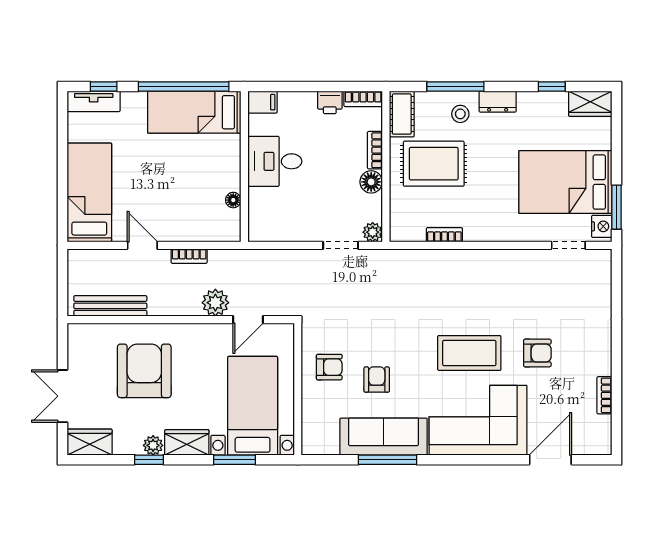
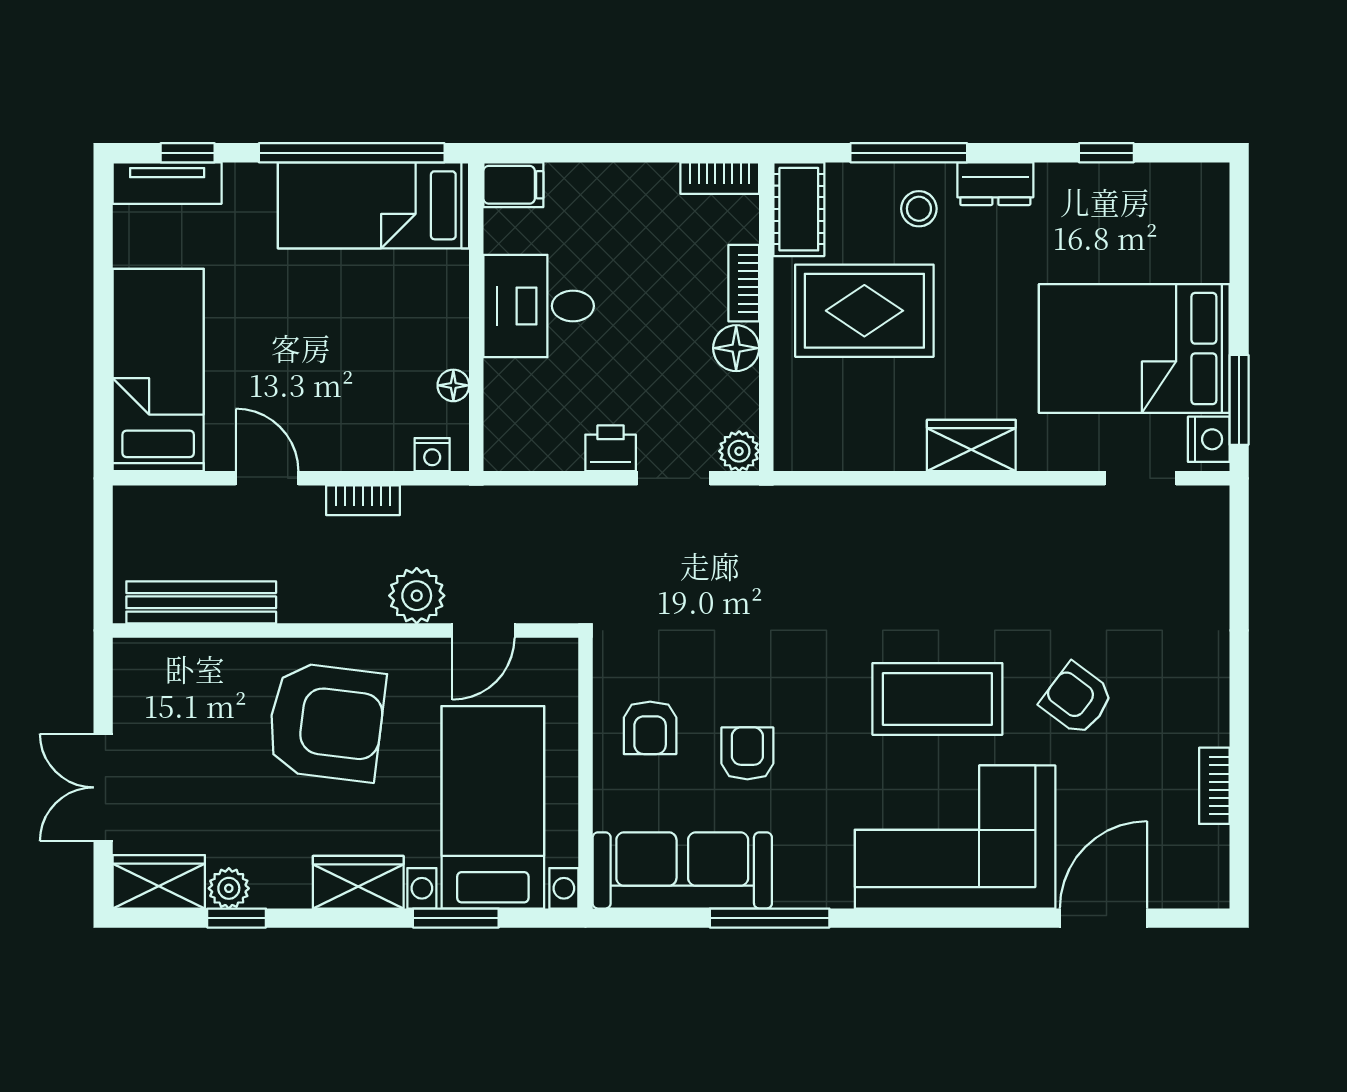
printer: (330, 102) -> (611, 448), moved, turned 180
wardrobe: (590, 104) -> (971, 446), moved, turned 180
nightstand: (223, 234) -> (432, 455), added
bookcase: (444, 235) -> (886, 456), removed
armchair: (537, 353) -> (1077, 699), turned -143
armchair: (329, 367) -> (650, 728), turned 90
armchair: (144, 371) -> (326, 722), moved, turned 97
sofa: (384, 437) -> (682, 870), moved
plant: (153, 445) -> (229, 888), moved
window: (149, 460) -> (237, 918), moved

